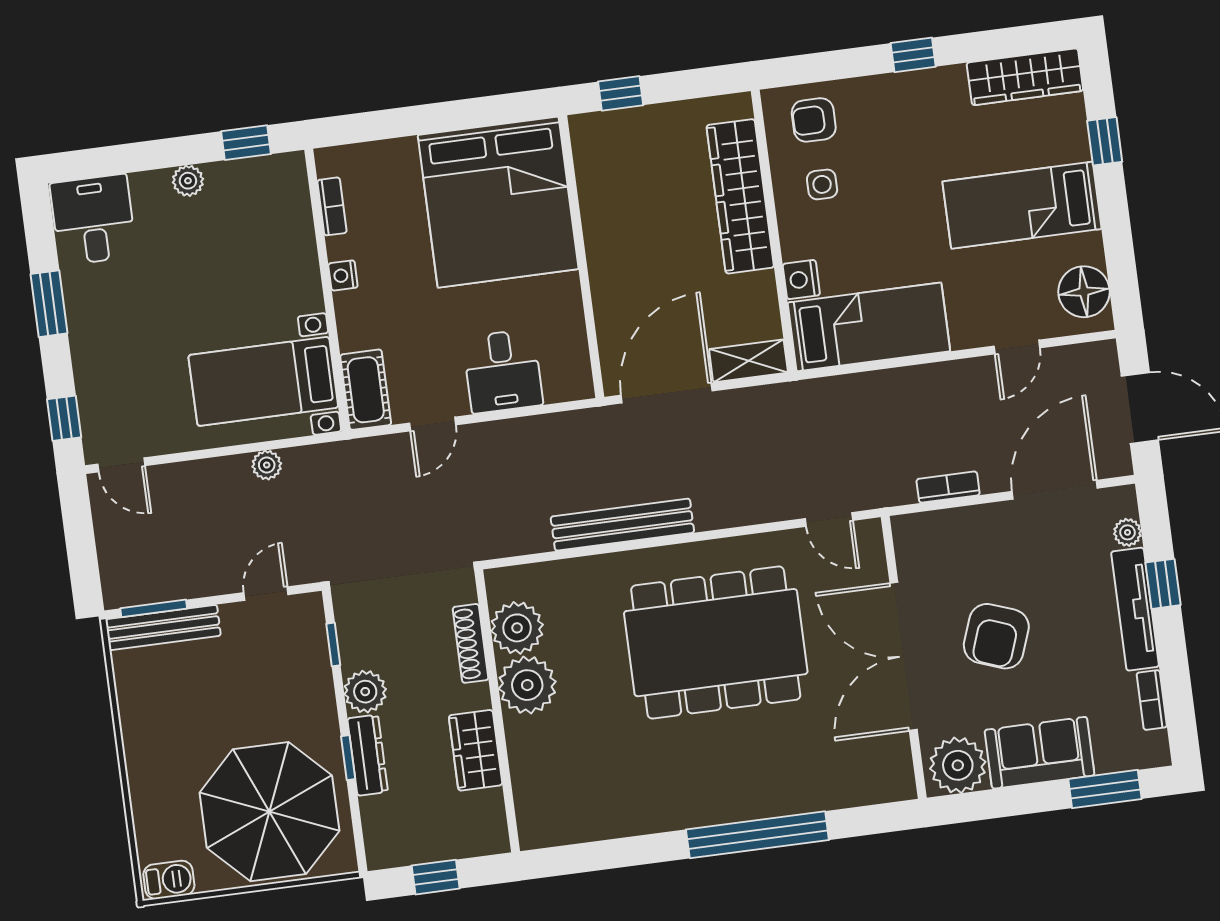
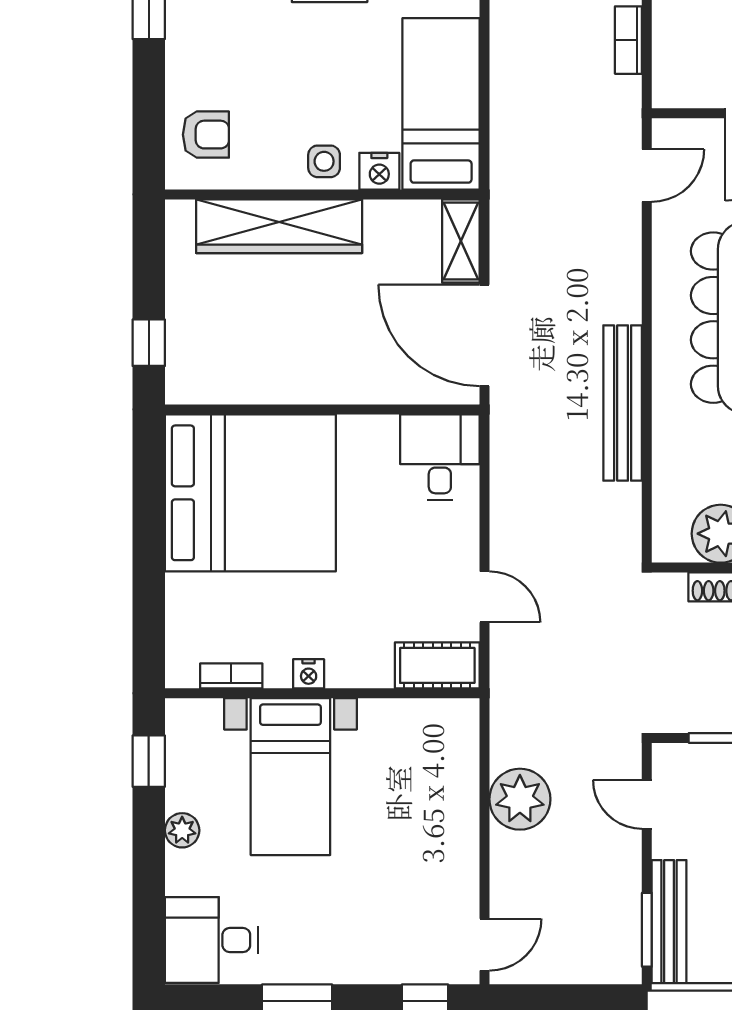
armchair: (814, 120) -> (206, 135), turned -90
side table: (822, 184) -> (324, 161), moved
desk: (503, 371) -> (440, 457), moved, turned -90
bed with nightstands: (263, 381) -> (290, 777), moved
plant: (267, 465) -> (520, 799), width x1.87, depth x1.87

